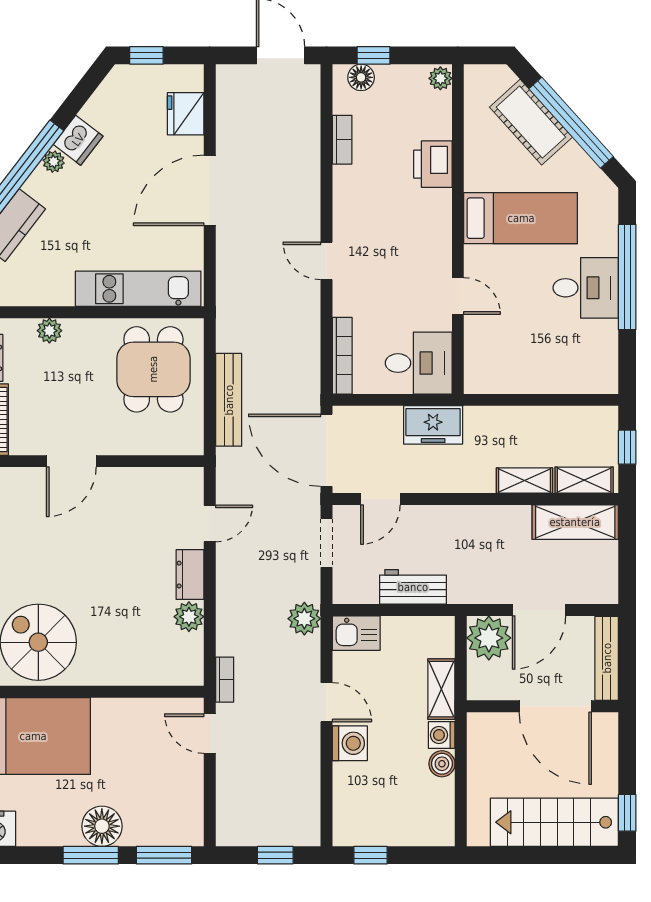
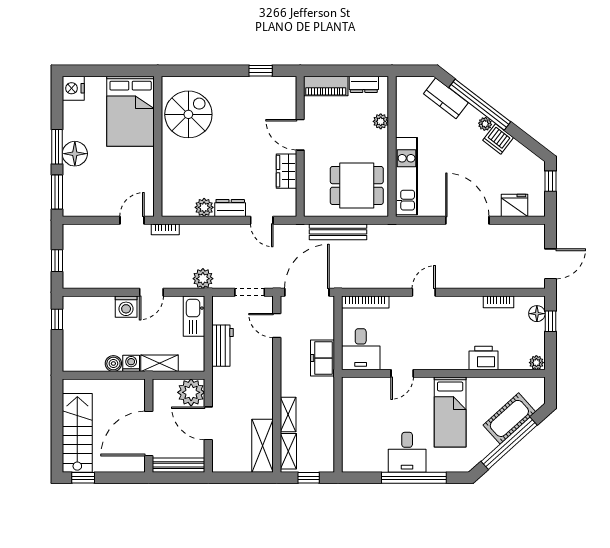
wardrobe: (130, 483) -> (287, 171), added
kitchen sink: (356, 633) -> (194, 316), width x1.38

